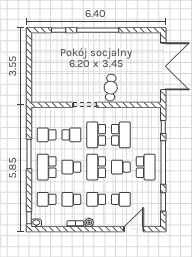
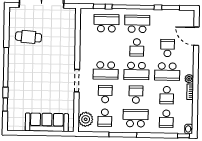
sofa: (41, 74) -> (47, 122), added
cafe table: (111, 88) -> (28, 37), moved
plant: (45, 115) -> (86, 119), added
school desk: (121, 135) -> (106, 23), moved
school desk: (47, 167) -> (136, 118), turned 180
school desk: (71, 167) -> (136, 95), turned 180
school desk: (96, 199) -> (167, 72), width x1.85

